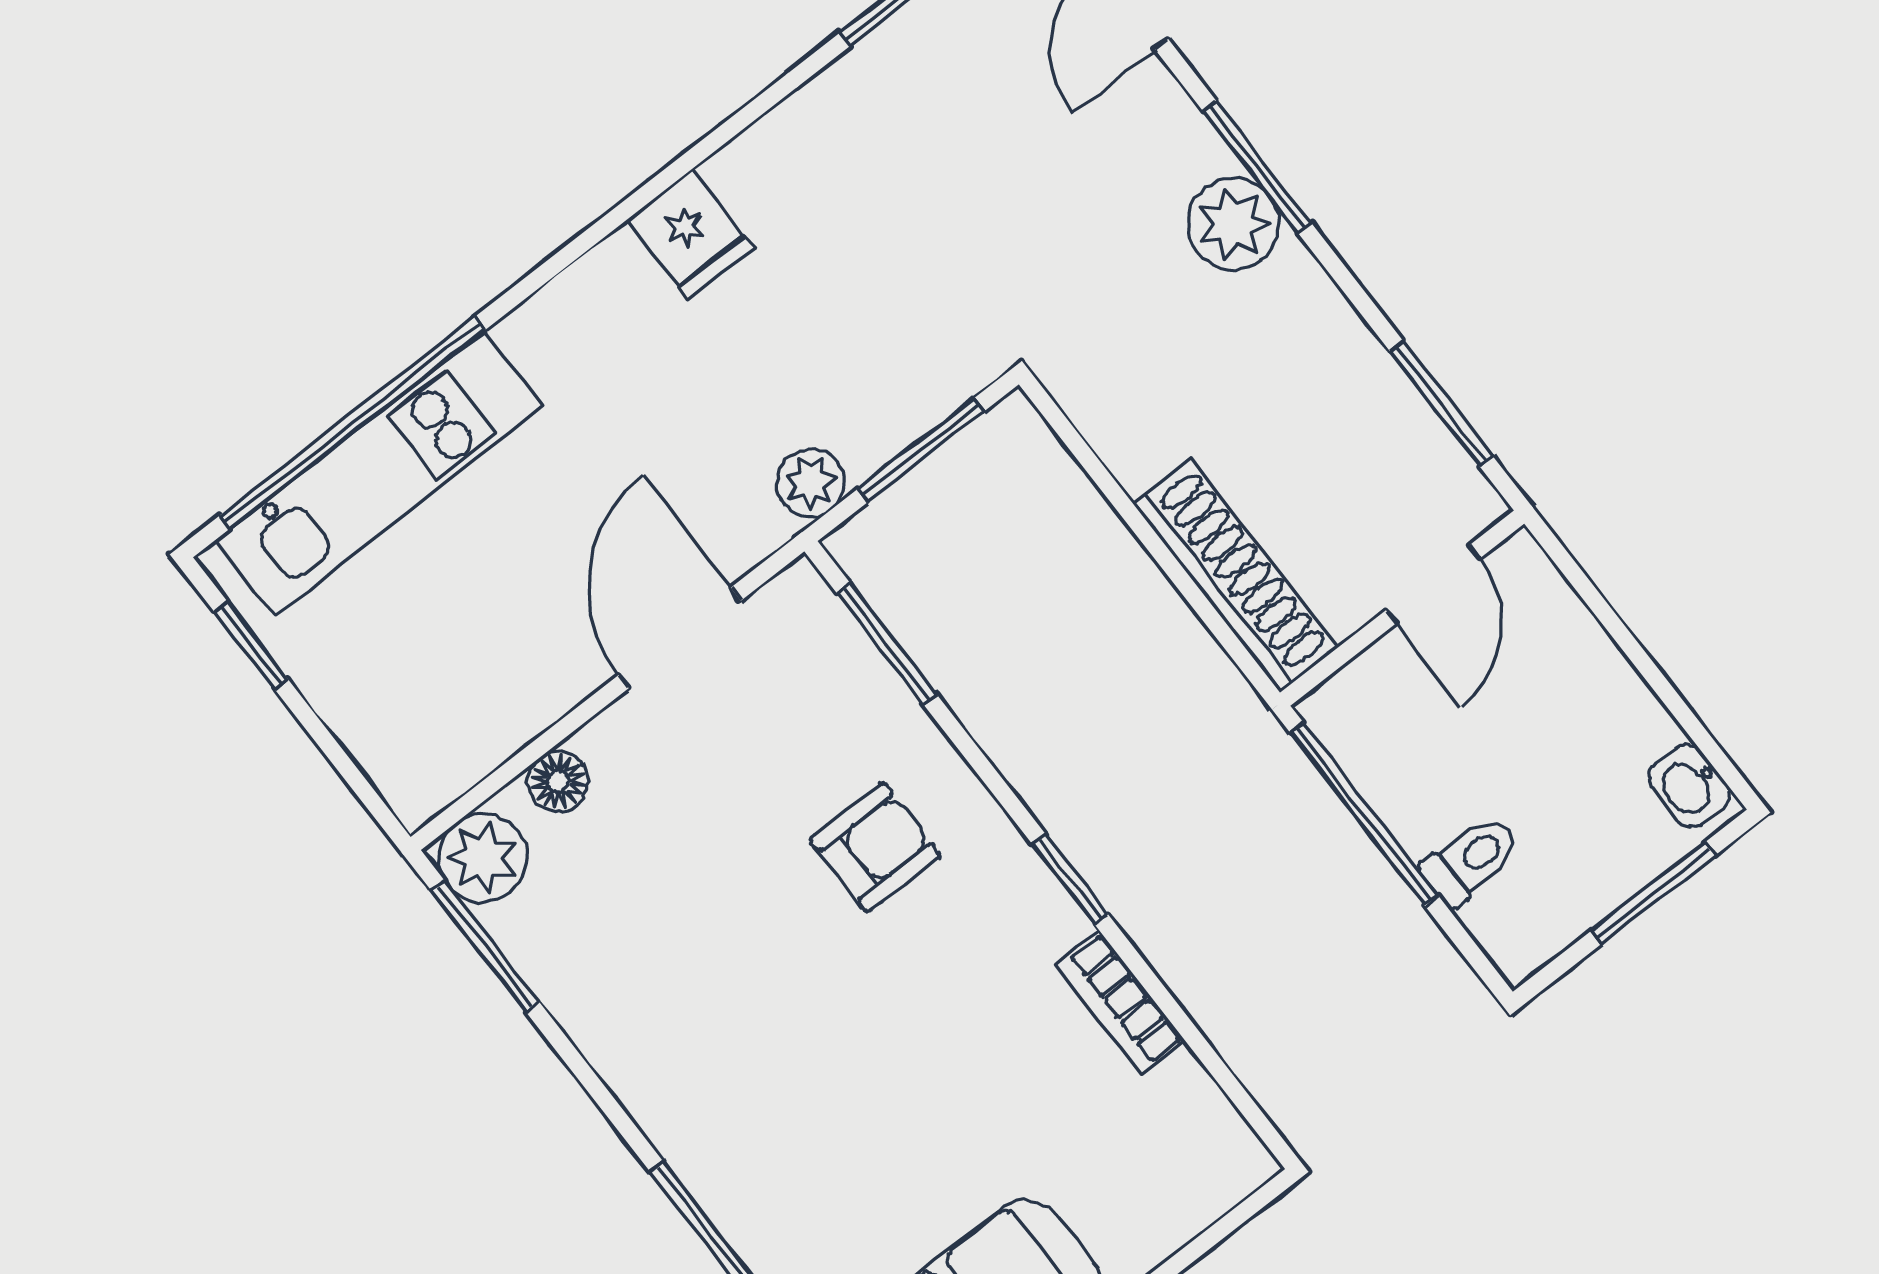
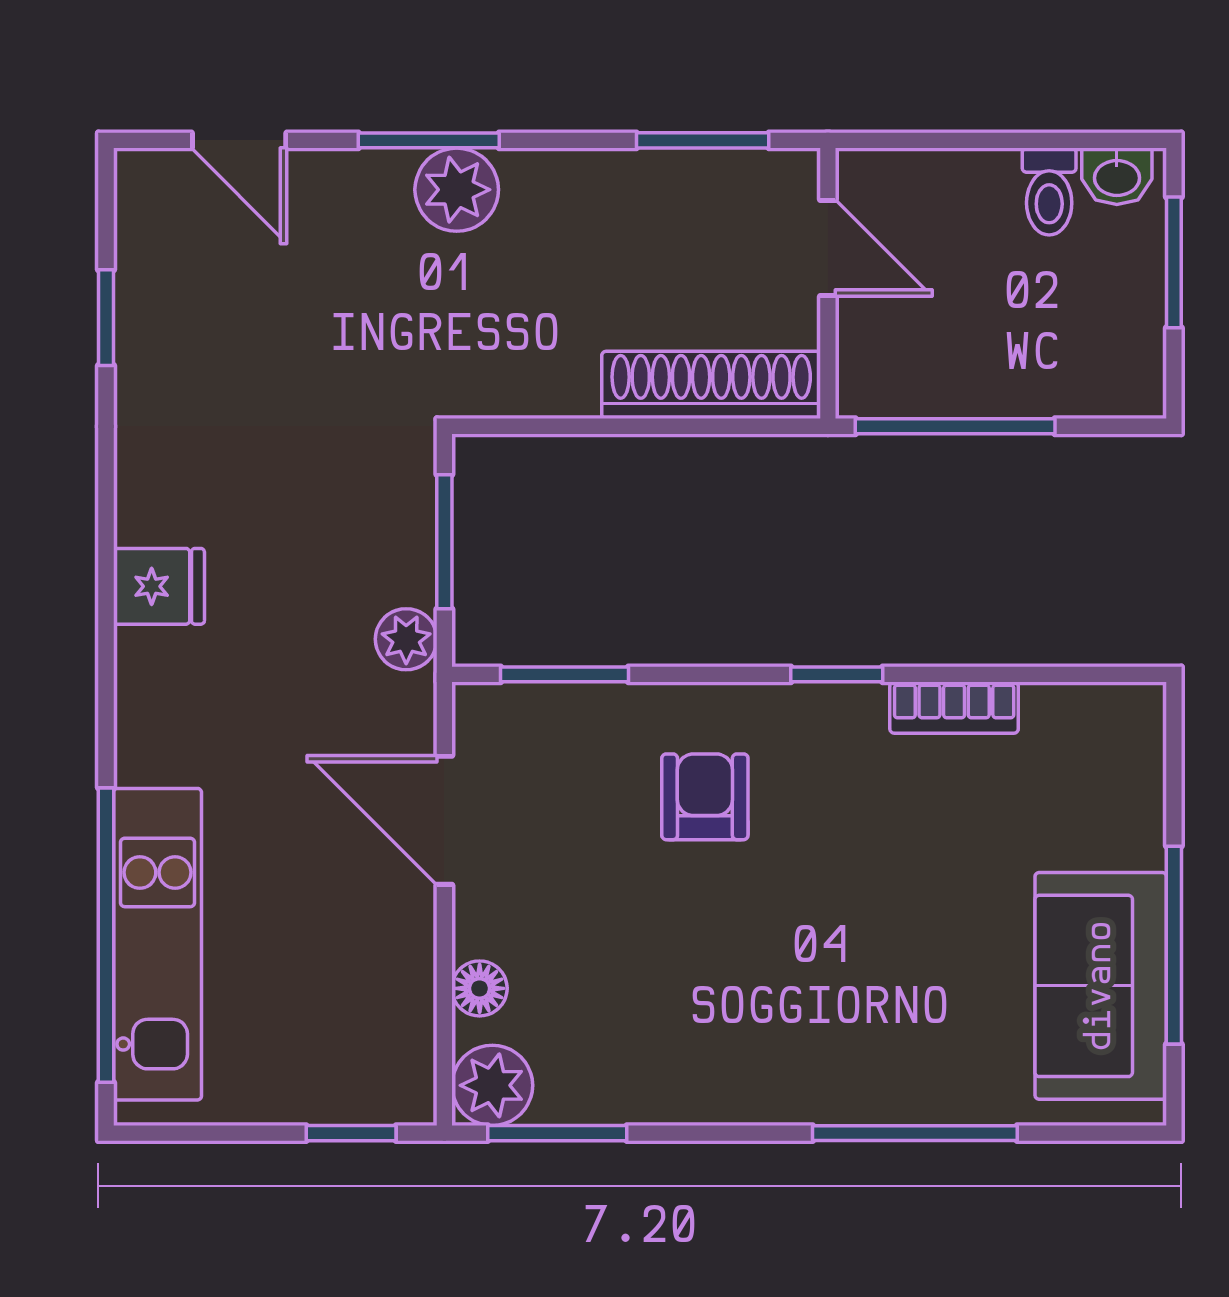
window: (251, 646) -> (351, 1133), moved
toilet: (1471, 860) -> (1049, 192), moved, turned 180

